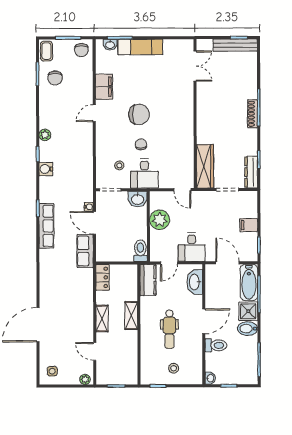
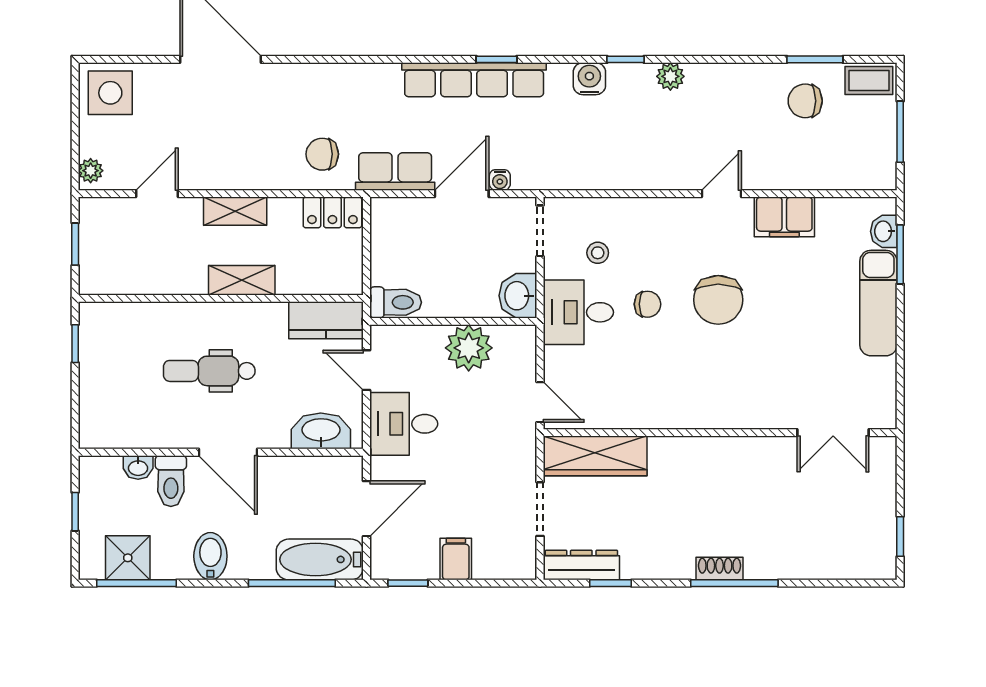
bench: (235, 45) -> (882, 528), removed
chair: (81, 50) -> (322, 154), moved
door: (94, 113) -> (721, 194), hinge flipped
shoe rack: (252, 114) -> (720, 569), width x0.70
door: (182, 190) -> (540, 402), swing flipped
row of seats: (46, 226) -> (474, 80), width x1.36
shower: (248, 311) -> (128, 558), moved
stool: (174, 368) -> (117, 381), removed
side table: (52, 371) -> (110, 93), width x1.87, depth x1.87
washbasin: (210, 378) -> (138, 467), moved

